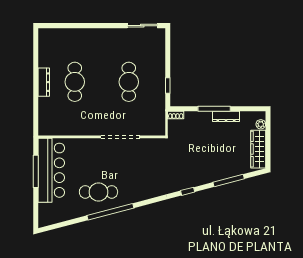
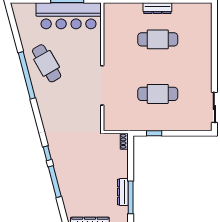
window: (214, 109) -> (131, 197), moved
window: (229, 181) -> (55, 182), moved
cafe table: (98, 192) -> (47, 63), turned -30

